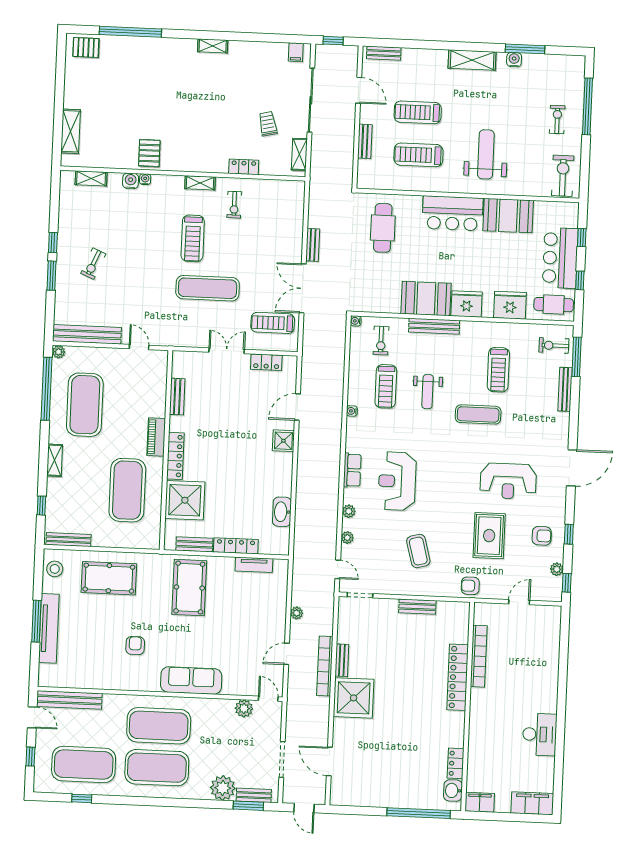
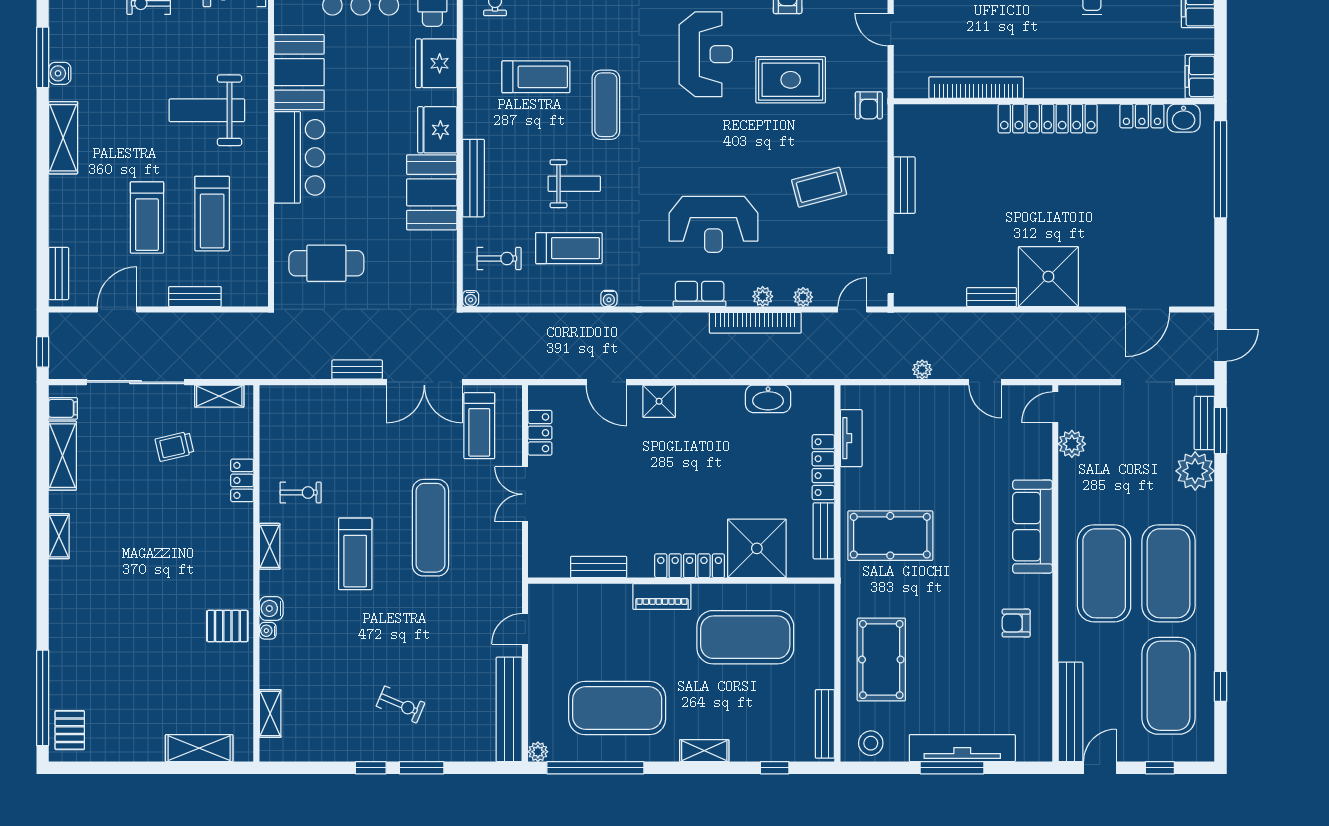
window: (130, 32) -> (43, 698), moved
shelving: (265, 51) -> (63, 456), added
water cooler: (131, 181) -> (271, 608), moved
treadmill: (193, 238) -> (355, 554), turned 90
armchair: (135, 646) -> (1016, 623), moved
bookcase: (325, 666) -> (755, 323), moved
locker: (458, 677) -> (1048, 119), moved

